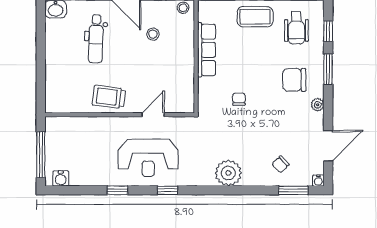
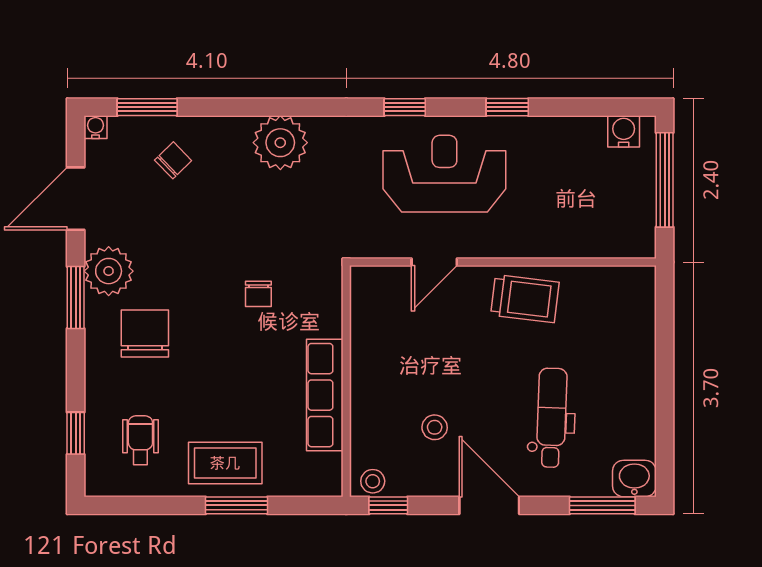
wheelchair: (296, 28) -> (140, 440), width x0.73, depth x0.73
window: (328, 69) -> (76, 297), moved
chair: (294, 80) -> (145, 334), turned -90
plant: (318, 105) -> (109, 271), width x1.88, depth x1.88

